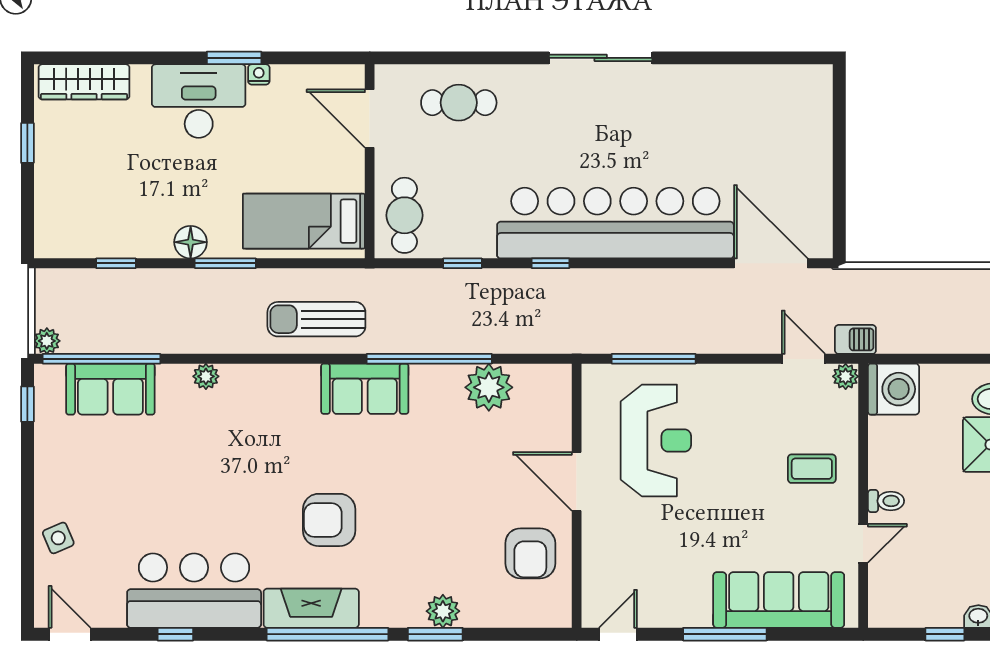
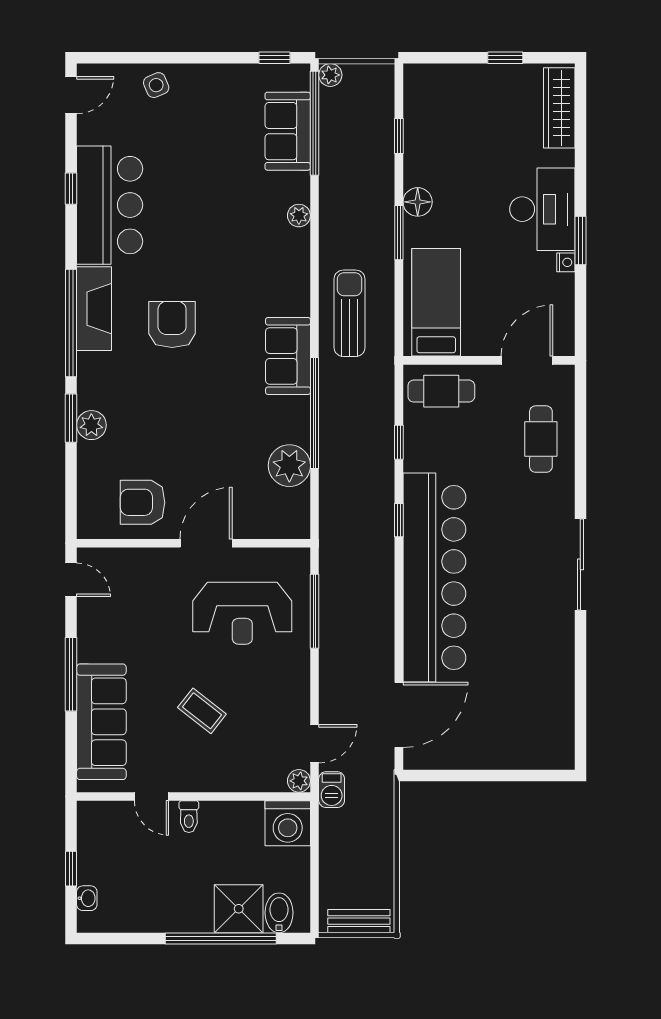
coffee table: (812, 469) -> (202, 711), moved, turned -52

